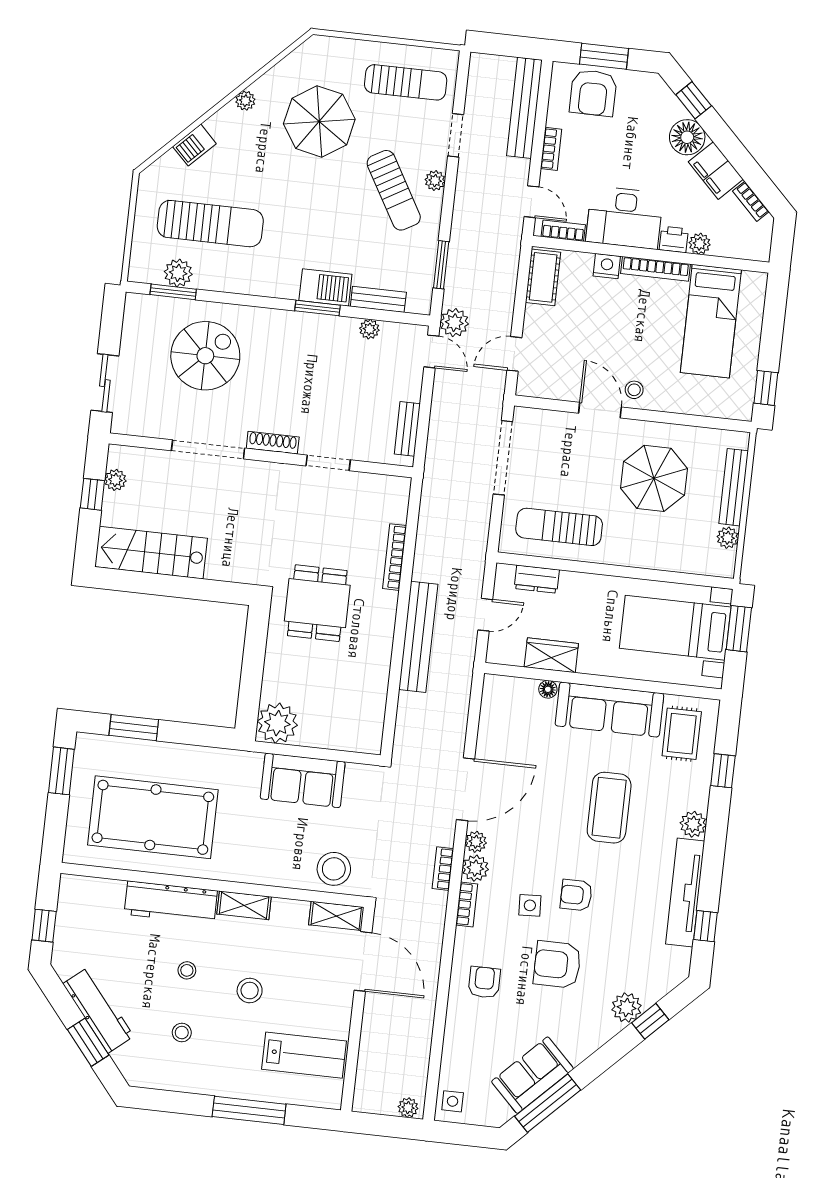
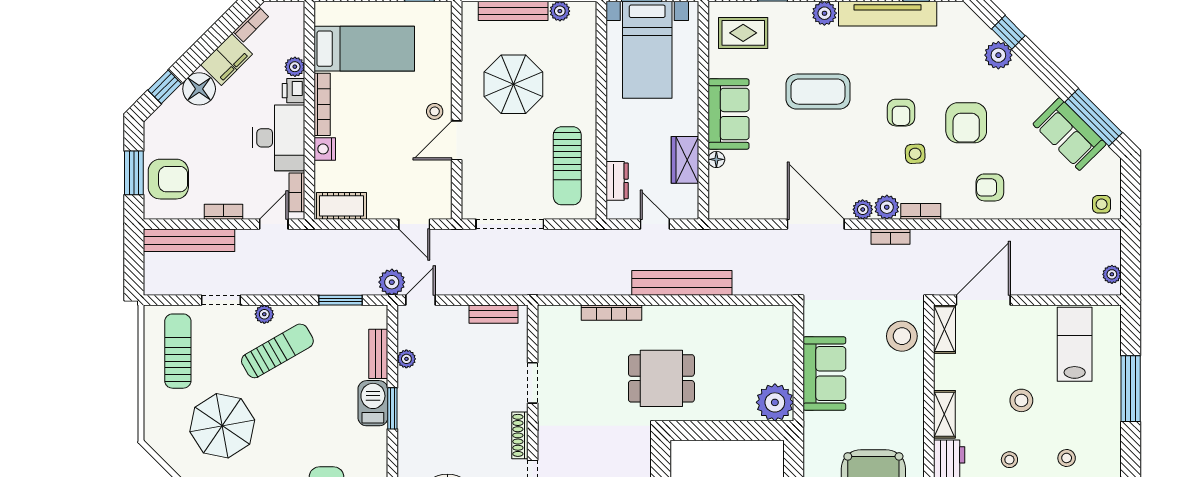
sofa: (609, 710) -> (729, 114), width x0.73
plant: (408, 1108) -> (1112, 274), moved

